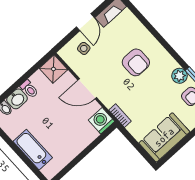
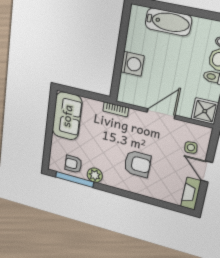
armchair: (136, 62) -> (137, 164), turned 180
washing machine: (102, 121) -> (132, 64), moved

